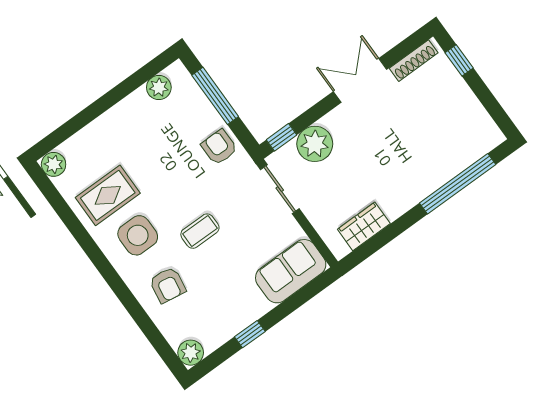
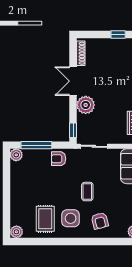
window: (459, 60) -> (118, 34), moved
plant: (159, 87) -> (16, 155), moved
plant: (315, 144) -> (86, 105), moved
armchair: (168, 285) -> (100, 221), turned 66

